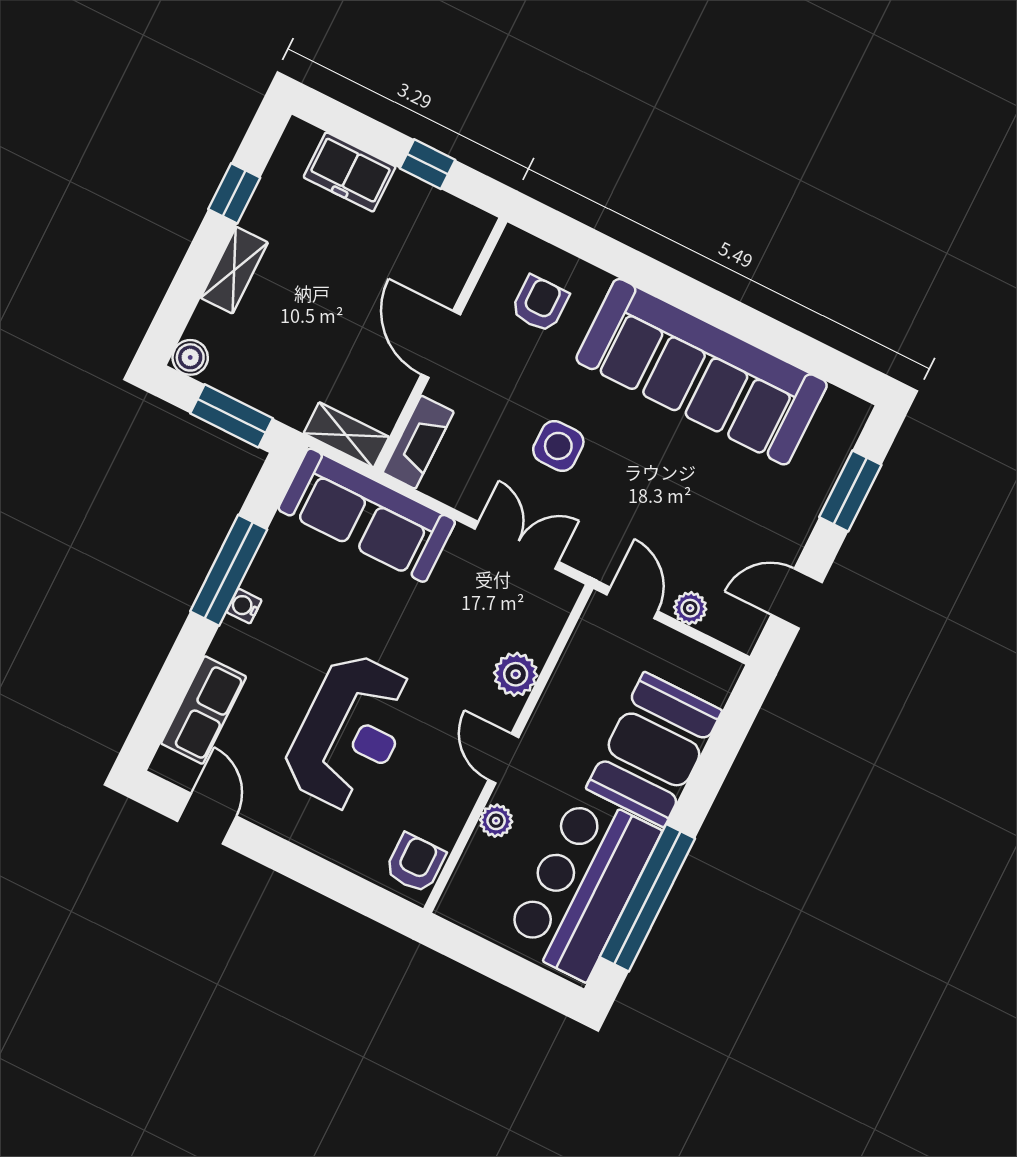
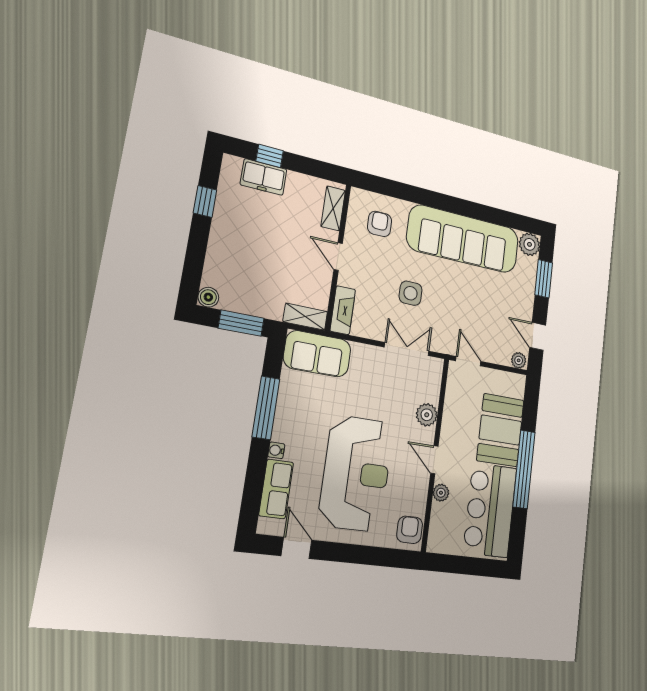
window: (427, 164) -> (270, 156), moved
shelving: (234, 270) -> (333, 208), moved
door: (441, 344) -> (338, 257), width x0.73
plant: (843, 416) -> (529, 244), added
sofa: (367, 515) -> (317, 354), width x0.73
door: (797, 599) -> (538, 336), hinge flipped
water cooler: (244, 606) -> (276, 450), moved
plant: (690, 608) -> (519, 360), moved
reception desk: (350, 732) -> (356, 473), width x1.36, depth x1.30
window: (647, 898) -> (524, 469), moved

